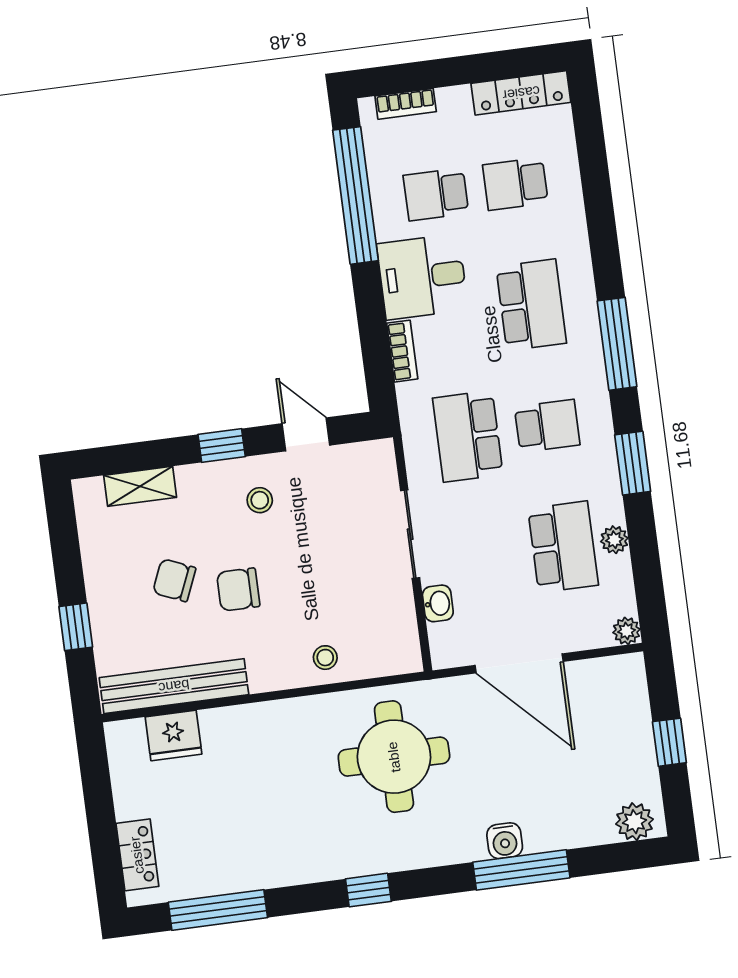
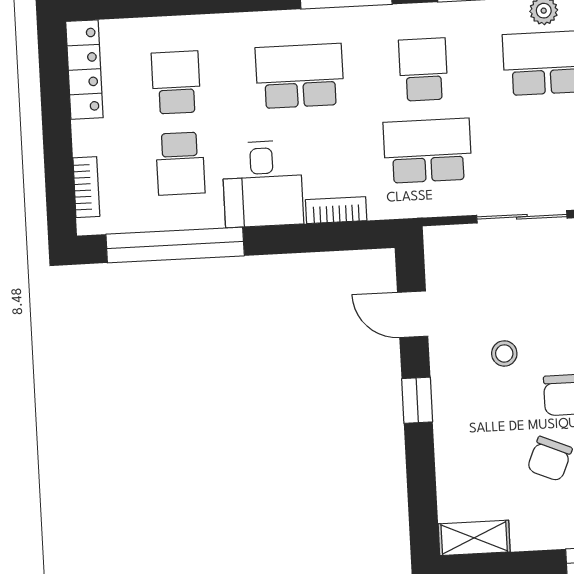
school desk: (515, 184) -> (176, 82), turned 180
door: (306, 434) -> (413, 314), hinge flipped
school desk: (468, 436) -> (427, 151), turned 180
shelving: (140, 486) -> (474, 538), moved, turned 90
stool: (260, 500) -> (504, 353), moved

